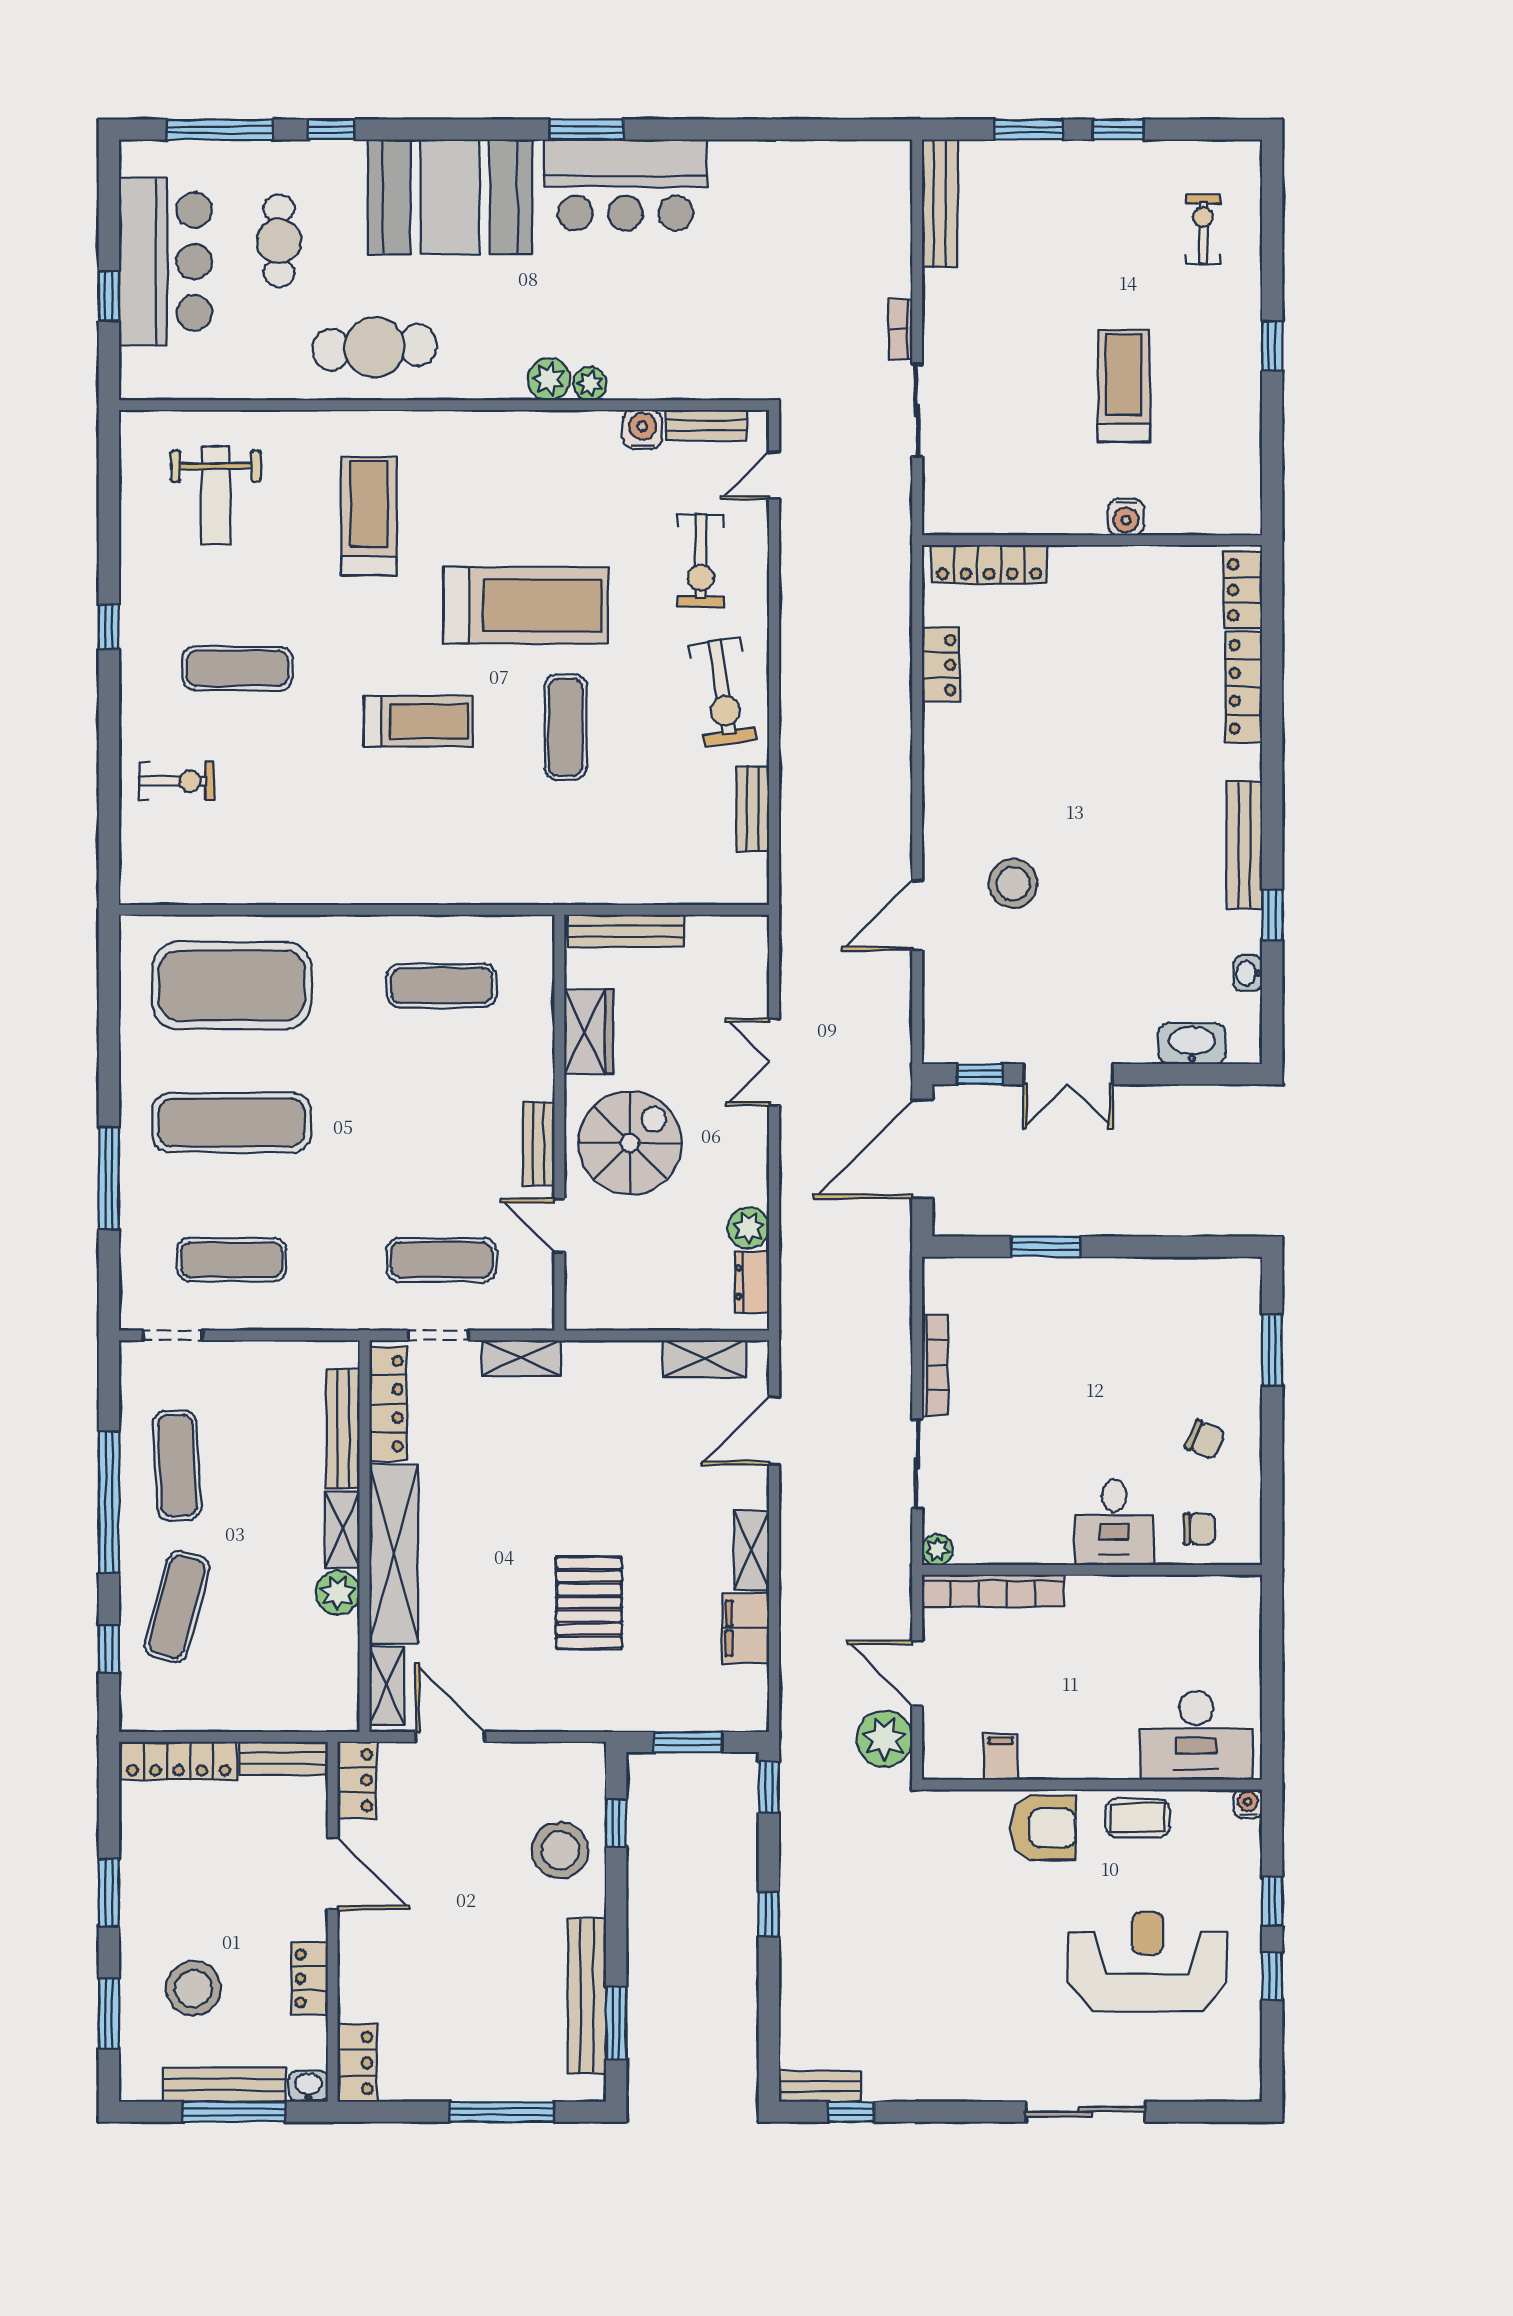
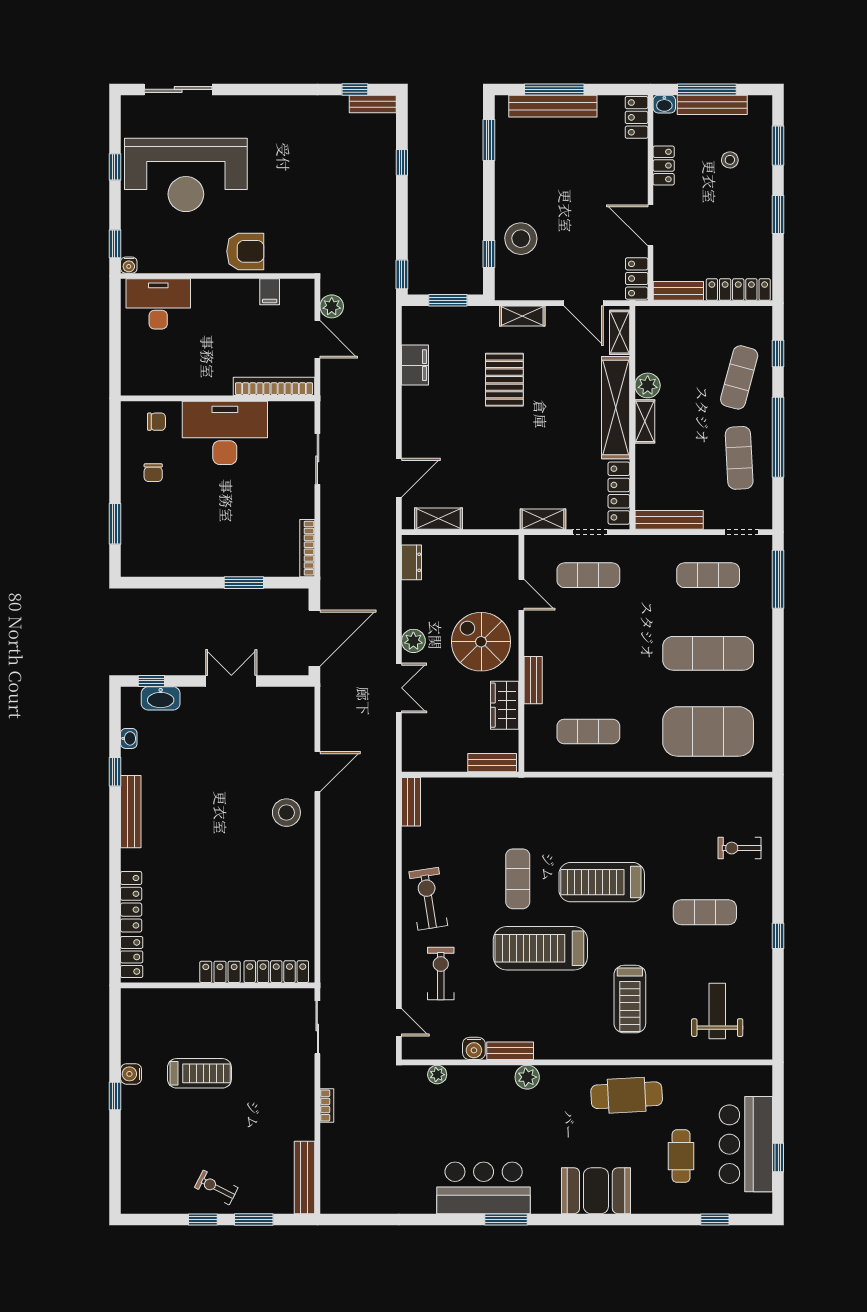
window: (220, 130) -> (715, 1219), width x0.46
window: (331, 130) -> (651, 1219), removed
booth: (450, 197) -> (596, 1191), width x0.73, depth x0.70
exercise bike: (1203, 229) -> (216, 1188), moved, turned 117
window: (109, 296) -> (778, 1157), moved
plant: (590, 384) -> (437, 1075), moved
treadmill: (1124, 386) -> (199, 1073), turned -90
sliding door: (917, 410) -> (317, 1027), moved
bench: (706, 425) -> (510, 1051), moved
door: (774, 475) -> (399, 1022), hinge flipped
water cooler: (1126, 517) -> (131, 1074), moved, turned -90
locker: (941, 665) -> (220, 972), moved, turned 90
treadmill: (418, 721) -> (602, 882), width x1.37, depth x1.38
bench: (753, 809) -> (411, 802), moved
stool: (1013, 884) -> (286, 813), moved
bench: (626, 931) -> (492, 763), width x0.73
window: (980, 1074) -> (151, 681), moved
spiral stairs: (630, 1143) -> (481, 642), turned 90
bench: (539, 1144) -> (533, 680), moved
window: (109, 1178) -> (778, 579), moved
plant: (749, 1228) -> (413, 641), moved
bookcase: (935, 1365) -> (307, 548), moved
bench: (343, 1428) -> (669, 520), moved, turned 90
chair: (1205, 1440) -> (153, 473), turned -113
desk: (1114, 1522) -> (225, 433), width x1.87, depth x1.30
chair: (1199, 1529) -> (156, 422), turned 180
shelving: (751, 1550) -> (522, 316), moved, turned 90
plant: (937, 1550) -> (306, 410), removed
plant: (885, 1739) -> (332, 306), width x0.73, depth x0.73
coffee table: (1138, 1818) -> (192, 257), removed
armchair: (1043, 1828) -> (245, 251), turned 180
window: (1272, 1901) -> (115, 244), moved
window: (769, 1914) -> (402, 162), moved
reception desk: (1148, 1962) -> (186, 175), width x1.36, depth x1.30
stool: (193, 1988) -> (730, 160), width x0.53, depth x0.53
bench: (587, 1996) -> (553, 106), moved, turned 90
sliding door: (1085, 2112) -> (178, 89), moved

